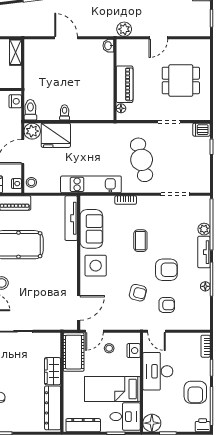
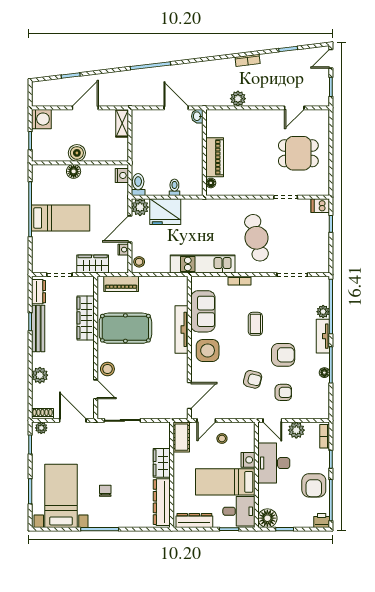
door: (158, 38) -> (294, 108), moved
washbasin: (108, 46) -> (197, 116), moved
wall: (115, 80) -> (204, 152), moved
piano: (125, 84) -> (215, 157), moved
floor lamp: (121, 108) -> (211, 183), moved
nightstand: (16, 184) -> (123, 250), moved
tv unit: (71, 218) -> (181, 329), moved
plant: (179, 340) -> (296, 430), added
nightstand: (134, 351) -> (248, 460), moved
cot: (74, 352) -> (181, 437), width x0.73, depth x0.75

